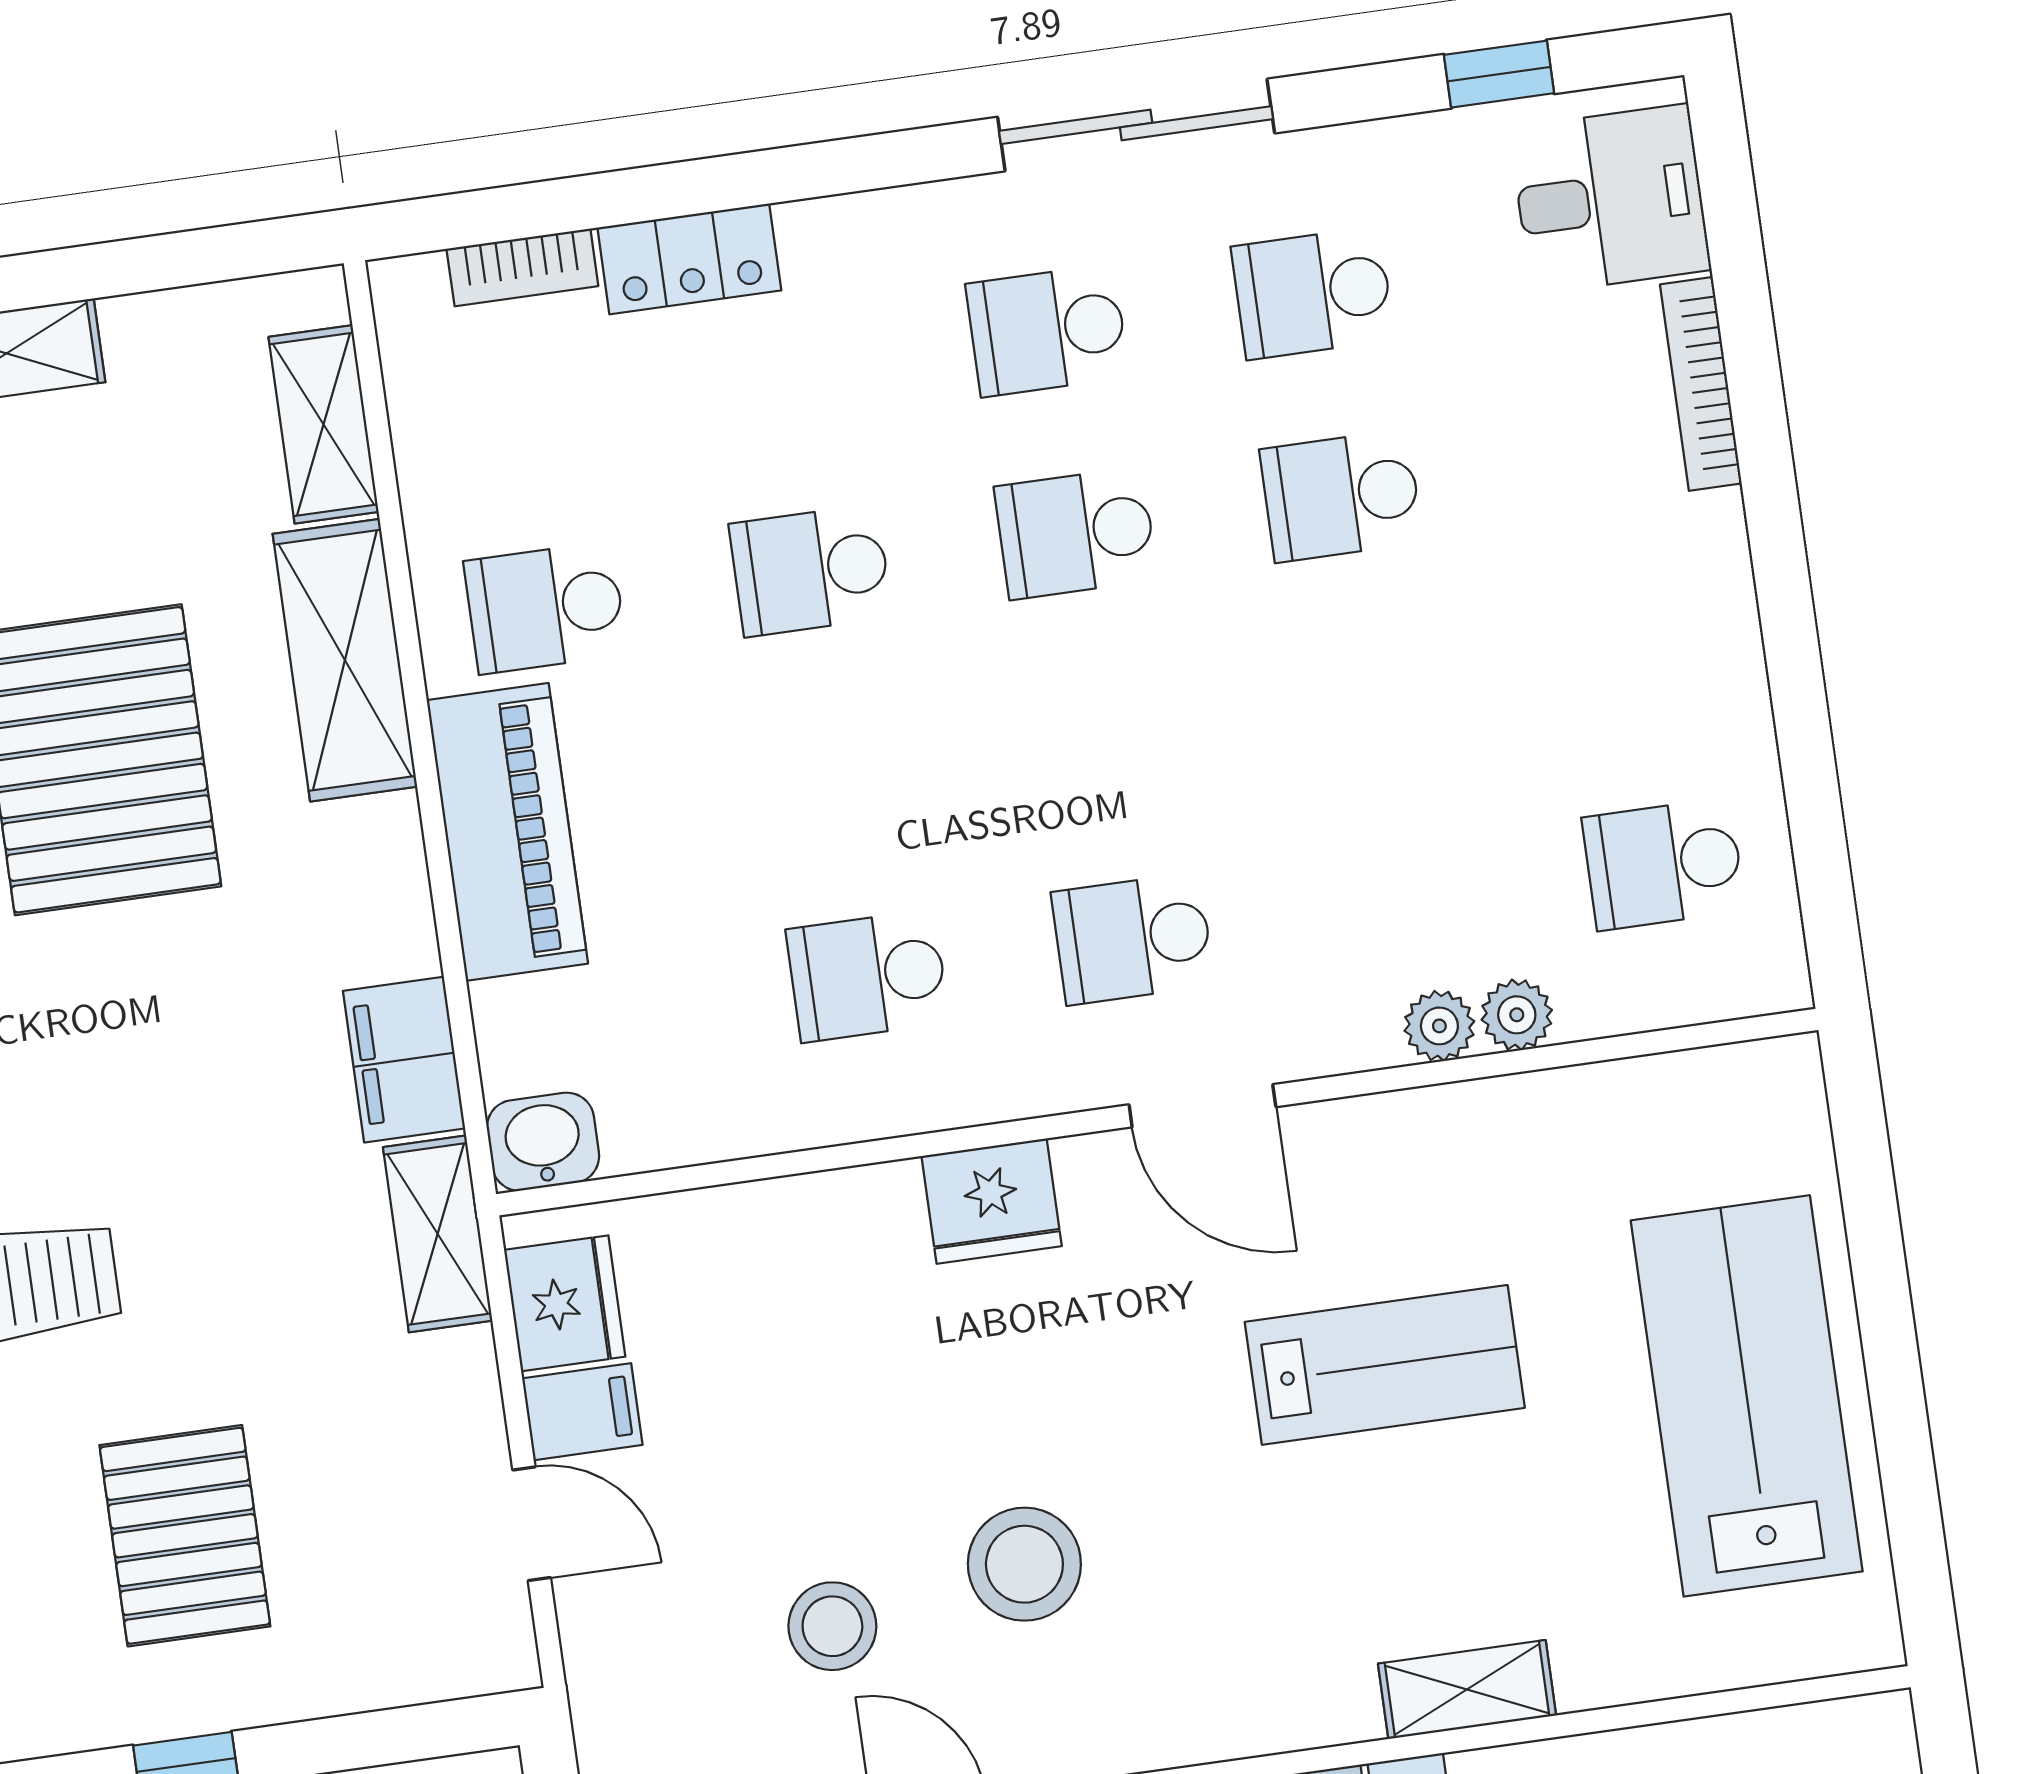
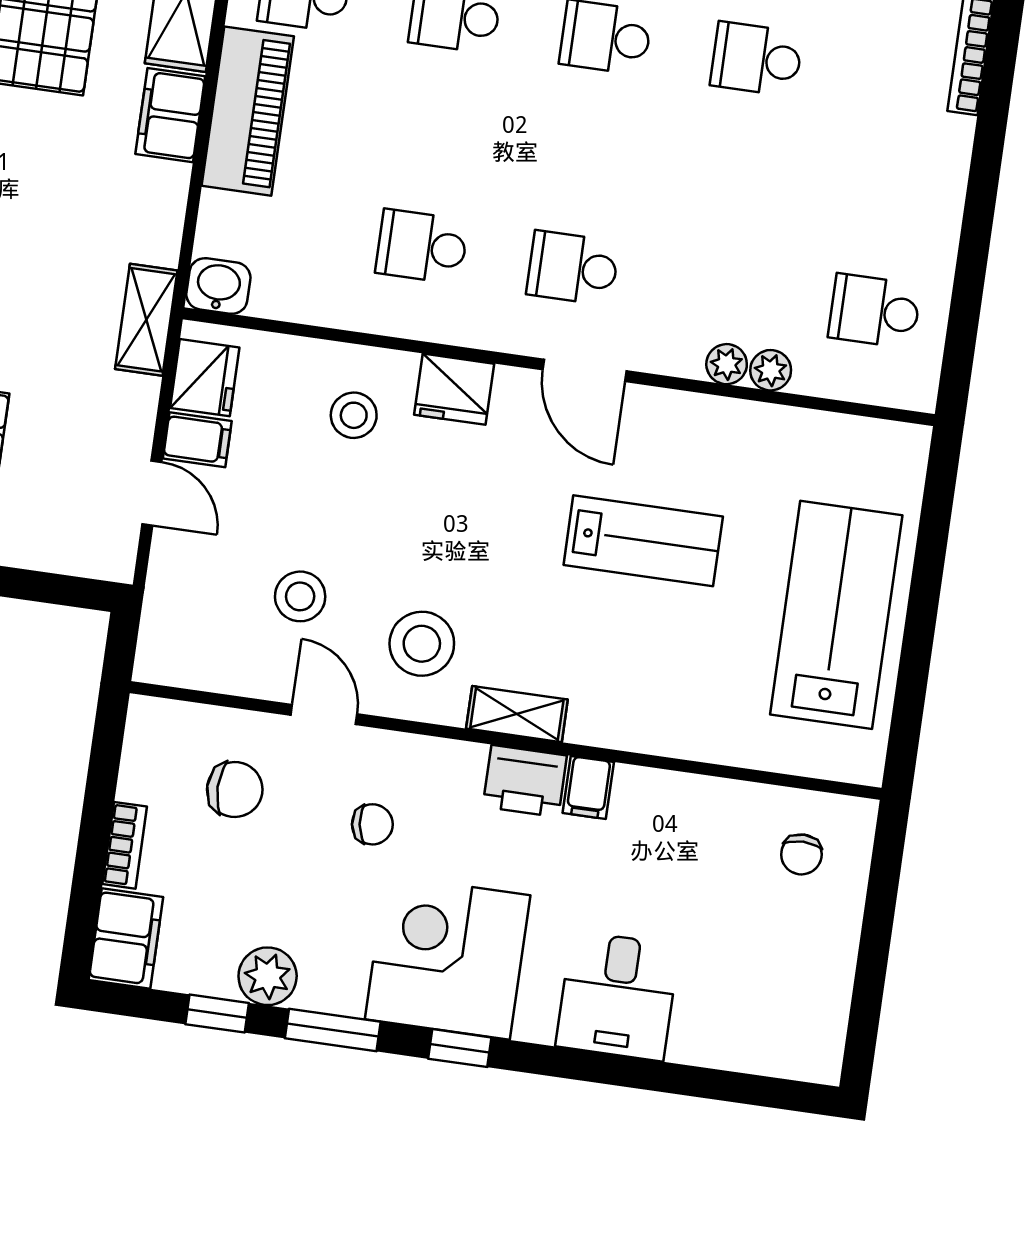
filing cabinet: (404, 1060) -> (170, 115), moved
stool: (835, 1294) -> (354, 415), added
stool: (1024, 1564) -> (422, 644), moved
shelving: (1467, 1689) -> (517, 714), moved

